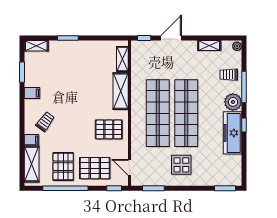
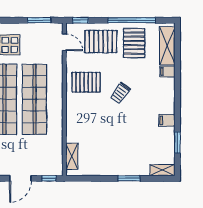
shelving: (121, 91) -> (74, 123), removed
trolley: (45, 122) -> (120, 93), moved

